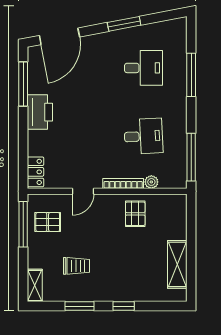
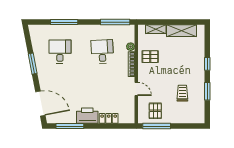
locker: (36, 172) -> (109, 118), moved
shelving: (35, 285) -> (156, 29), moved

